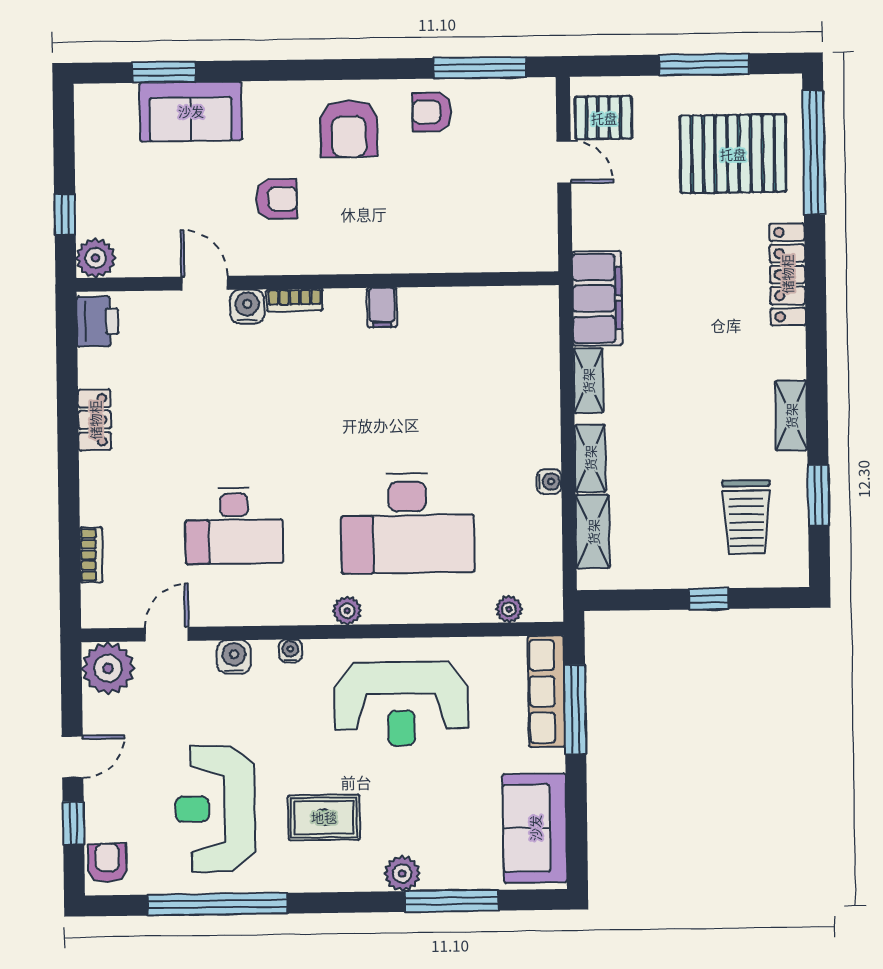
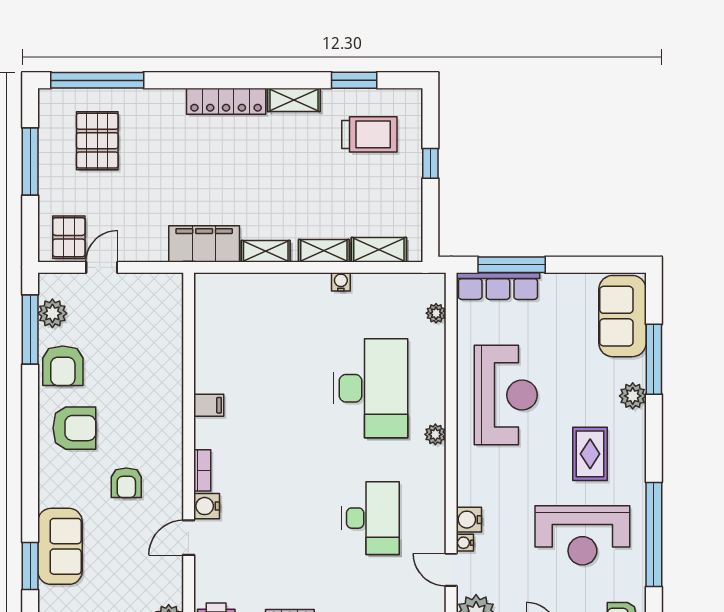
plant: (502, 97) -> (52, 313), added
armchair: (432, 112) -> (63, 366), width x1.38, depth x1.38
pallet: (733, 154) -> (97, 141), width x0.73, depth x0.71
armchair: (277, 199) -> (126, 483), turned 180
locker: (787, 274) -> (226, 101), moved
water cooler: (290, 651) -> (465, 543), moved
sofa: (535, 828) -> (622, 316), moved, turned 90

